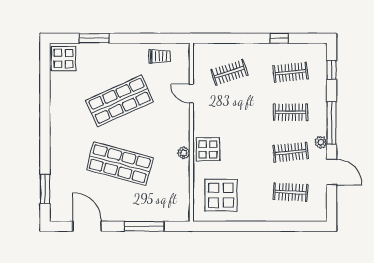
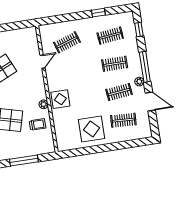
trolley: (160, 56) -> (38, 124), moved
door: (191, 94) -> (42, 62), swing flipped
display table: (221, 195) -> (92, 129), moved

